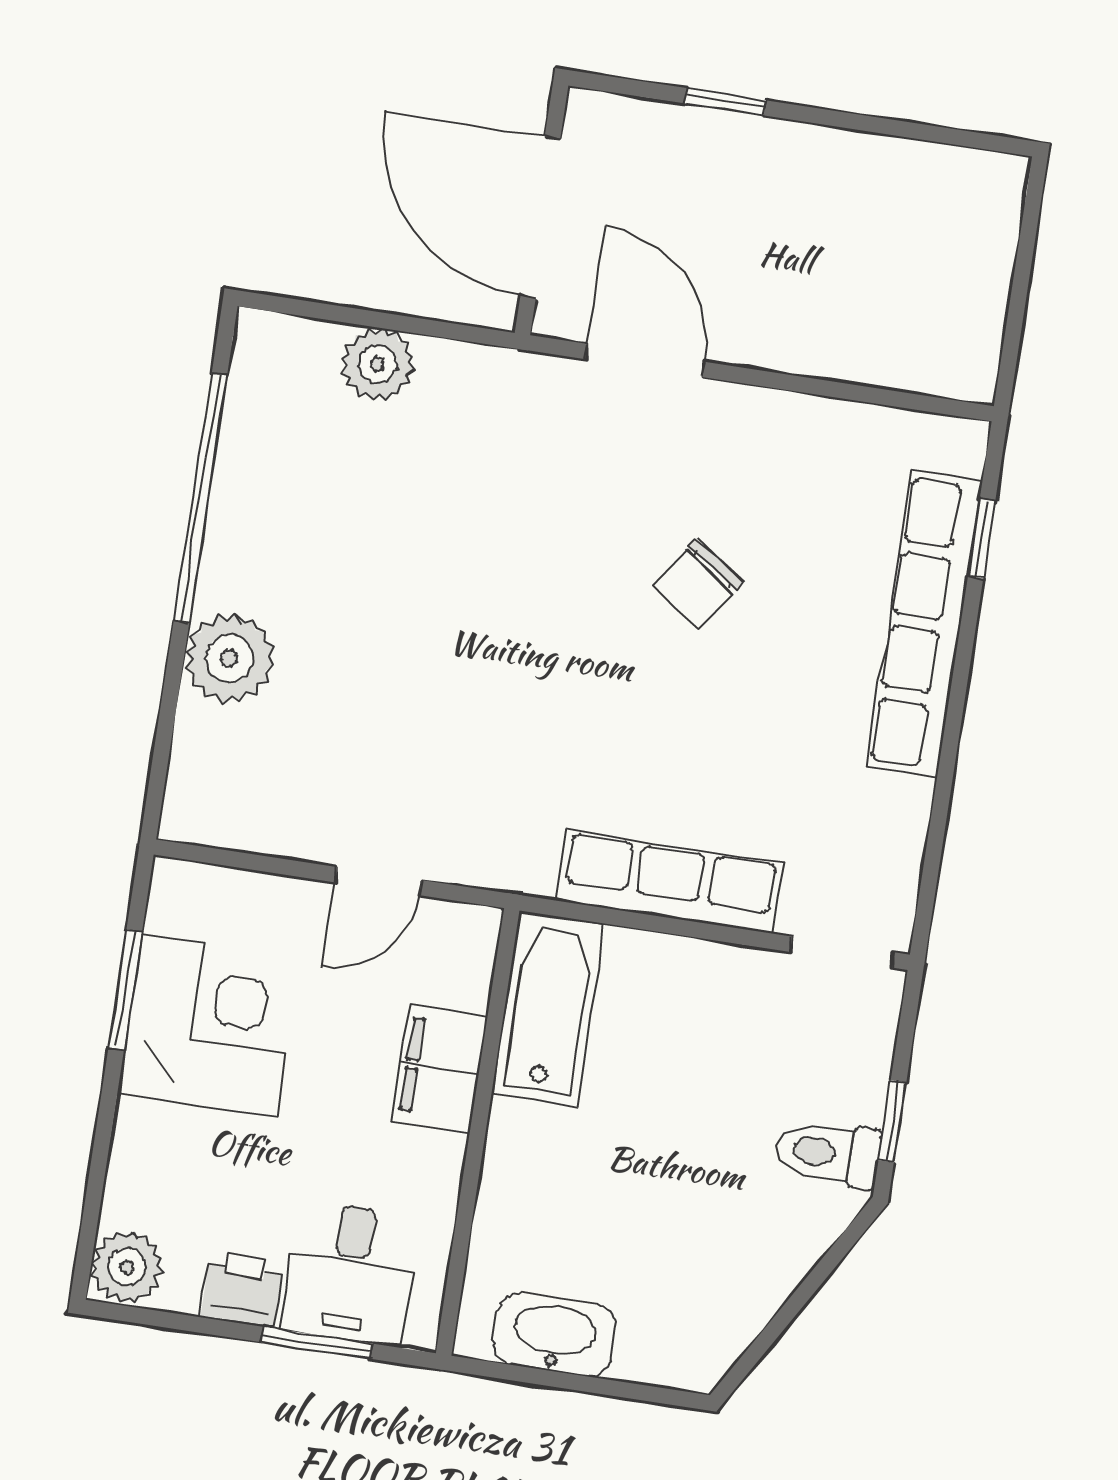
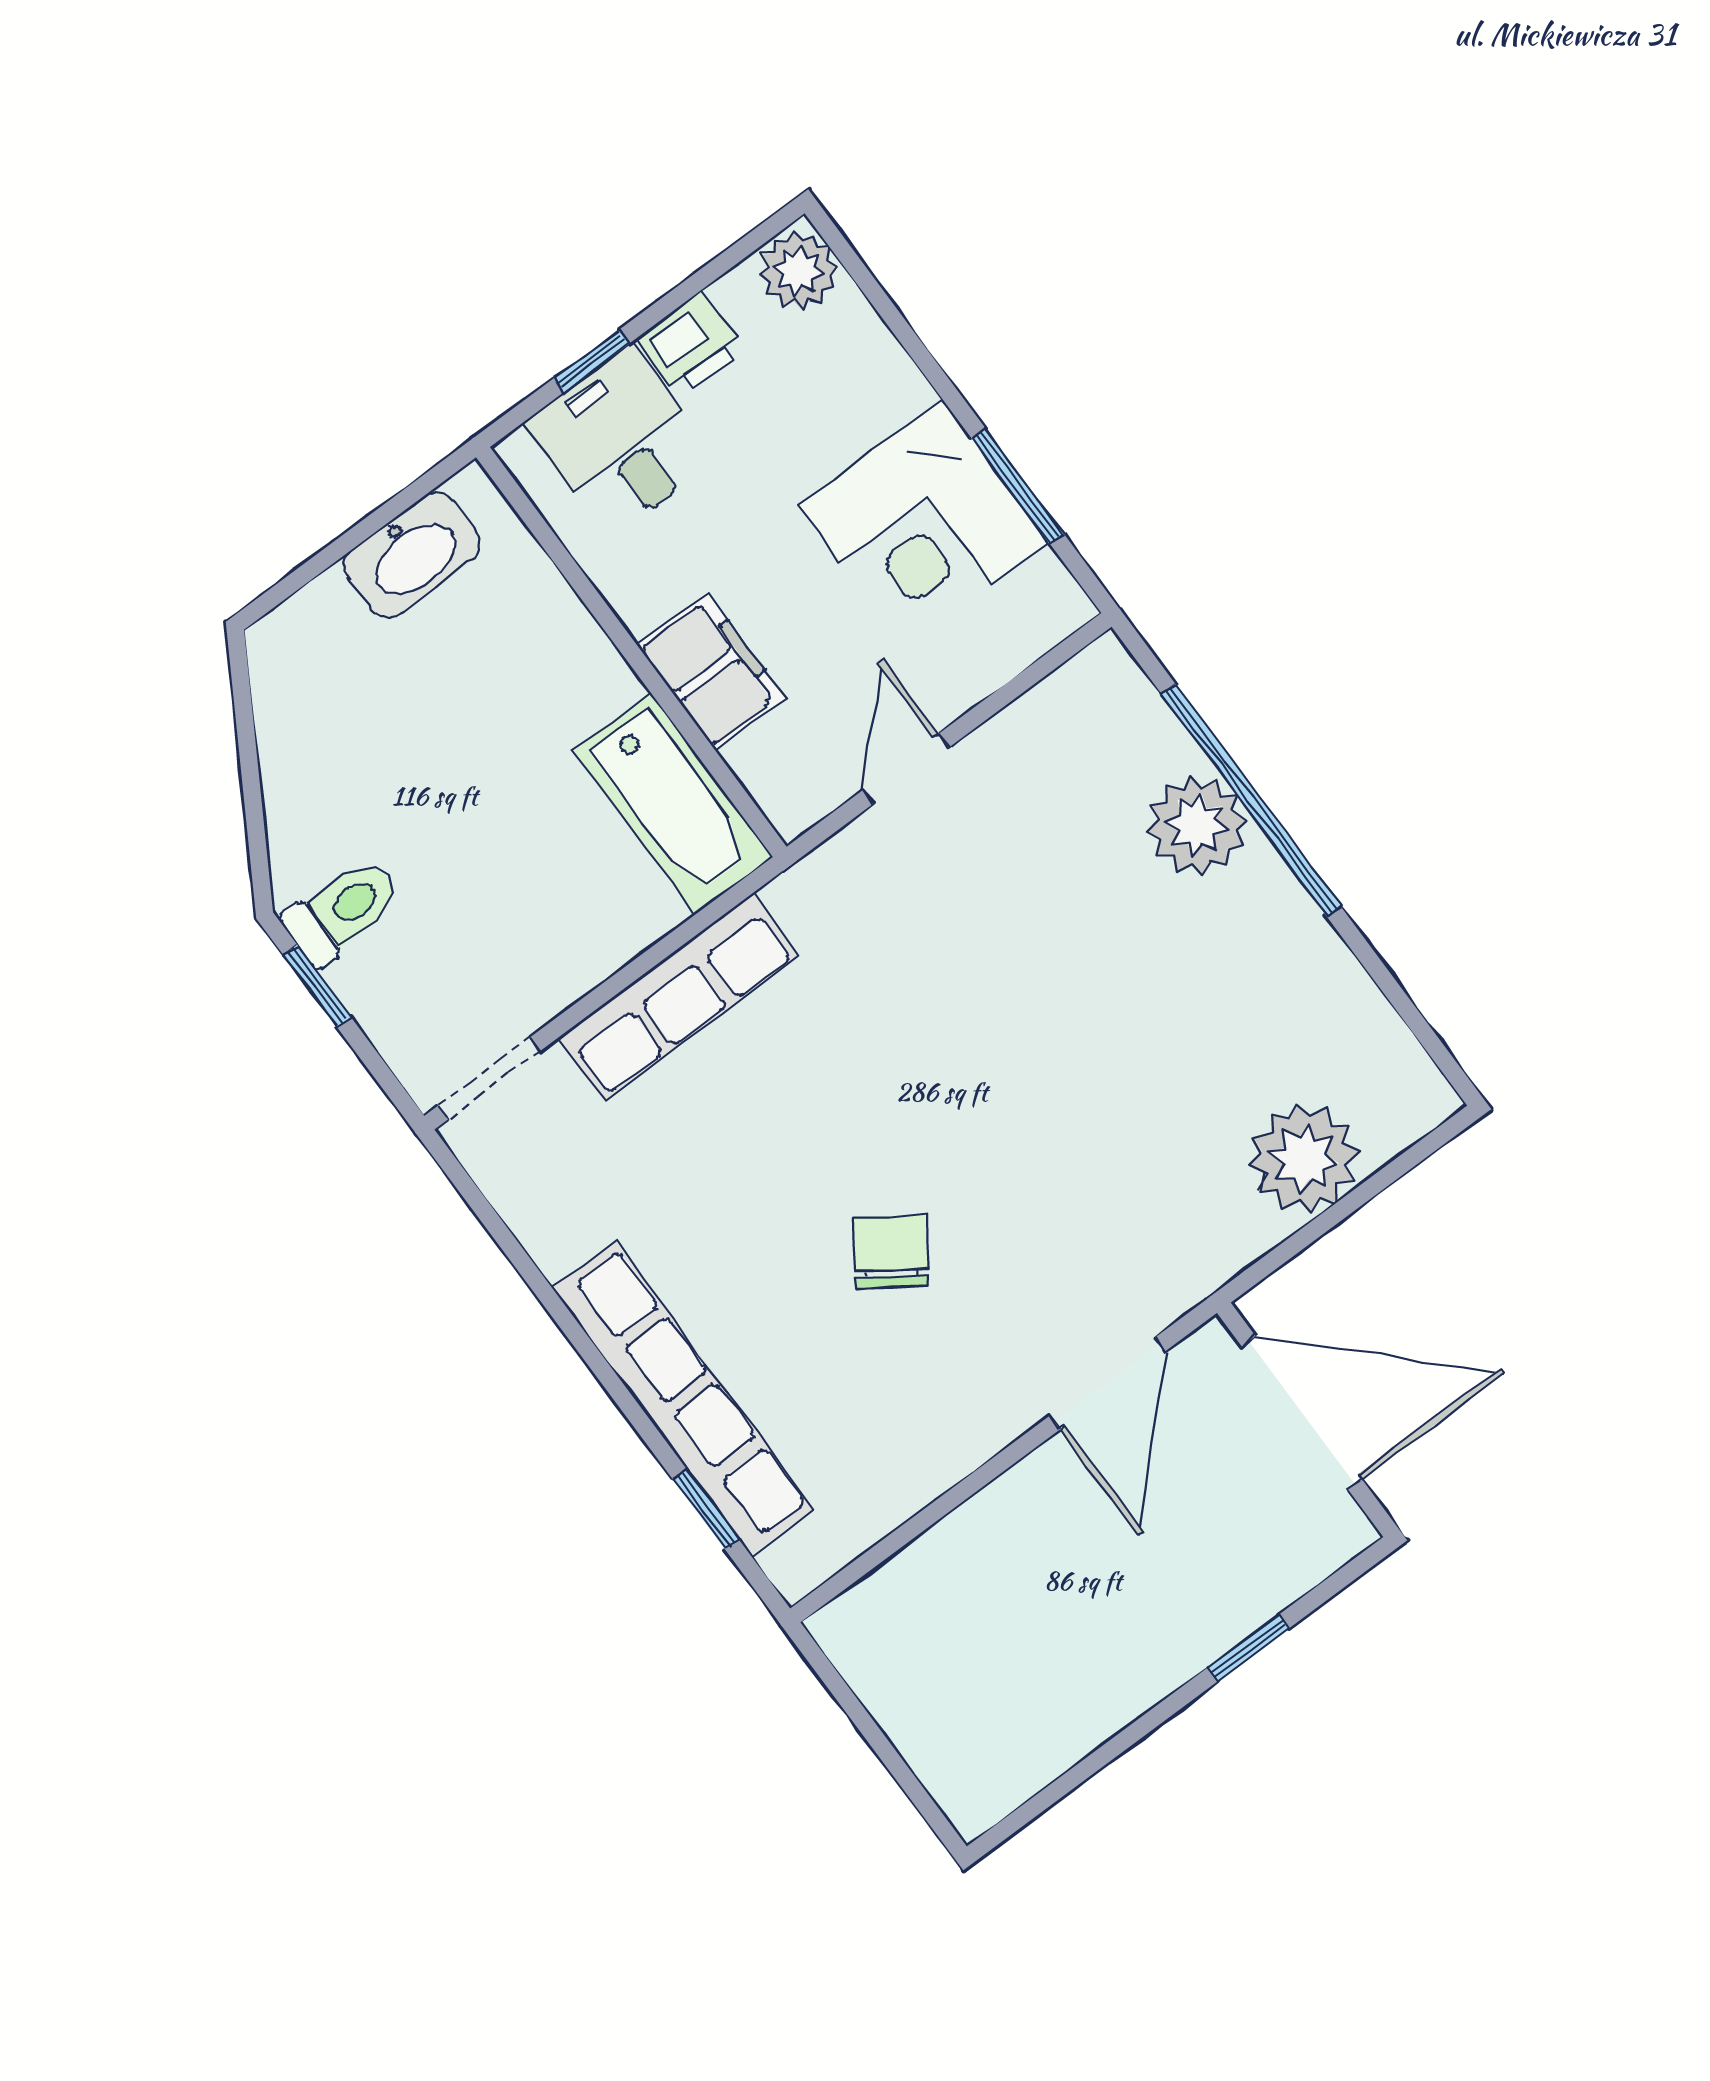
door: (645, 361) -> (1108, 1383), hinge flipped
plant: (377, 364) -> (1304, 1159), width x1.36, depth x1.36
window: (200, 498) -> (1251, 800), moved
window: (317, 1343) -> (591, 361), width x0.67

